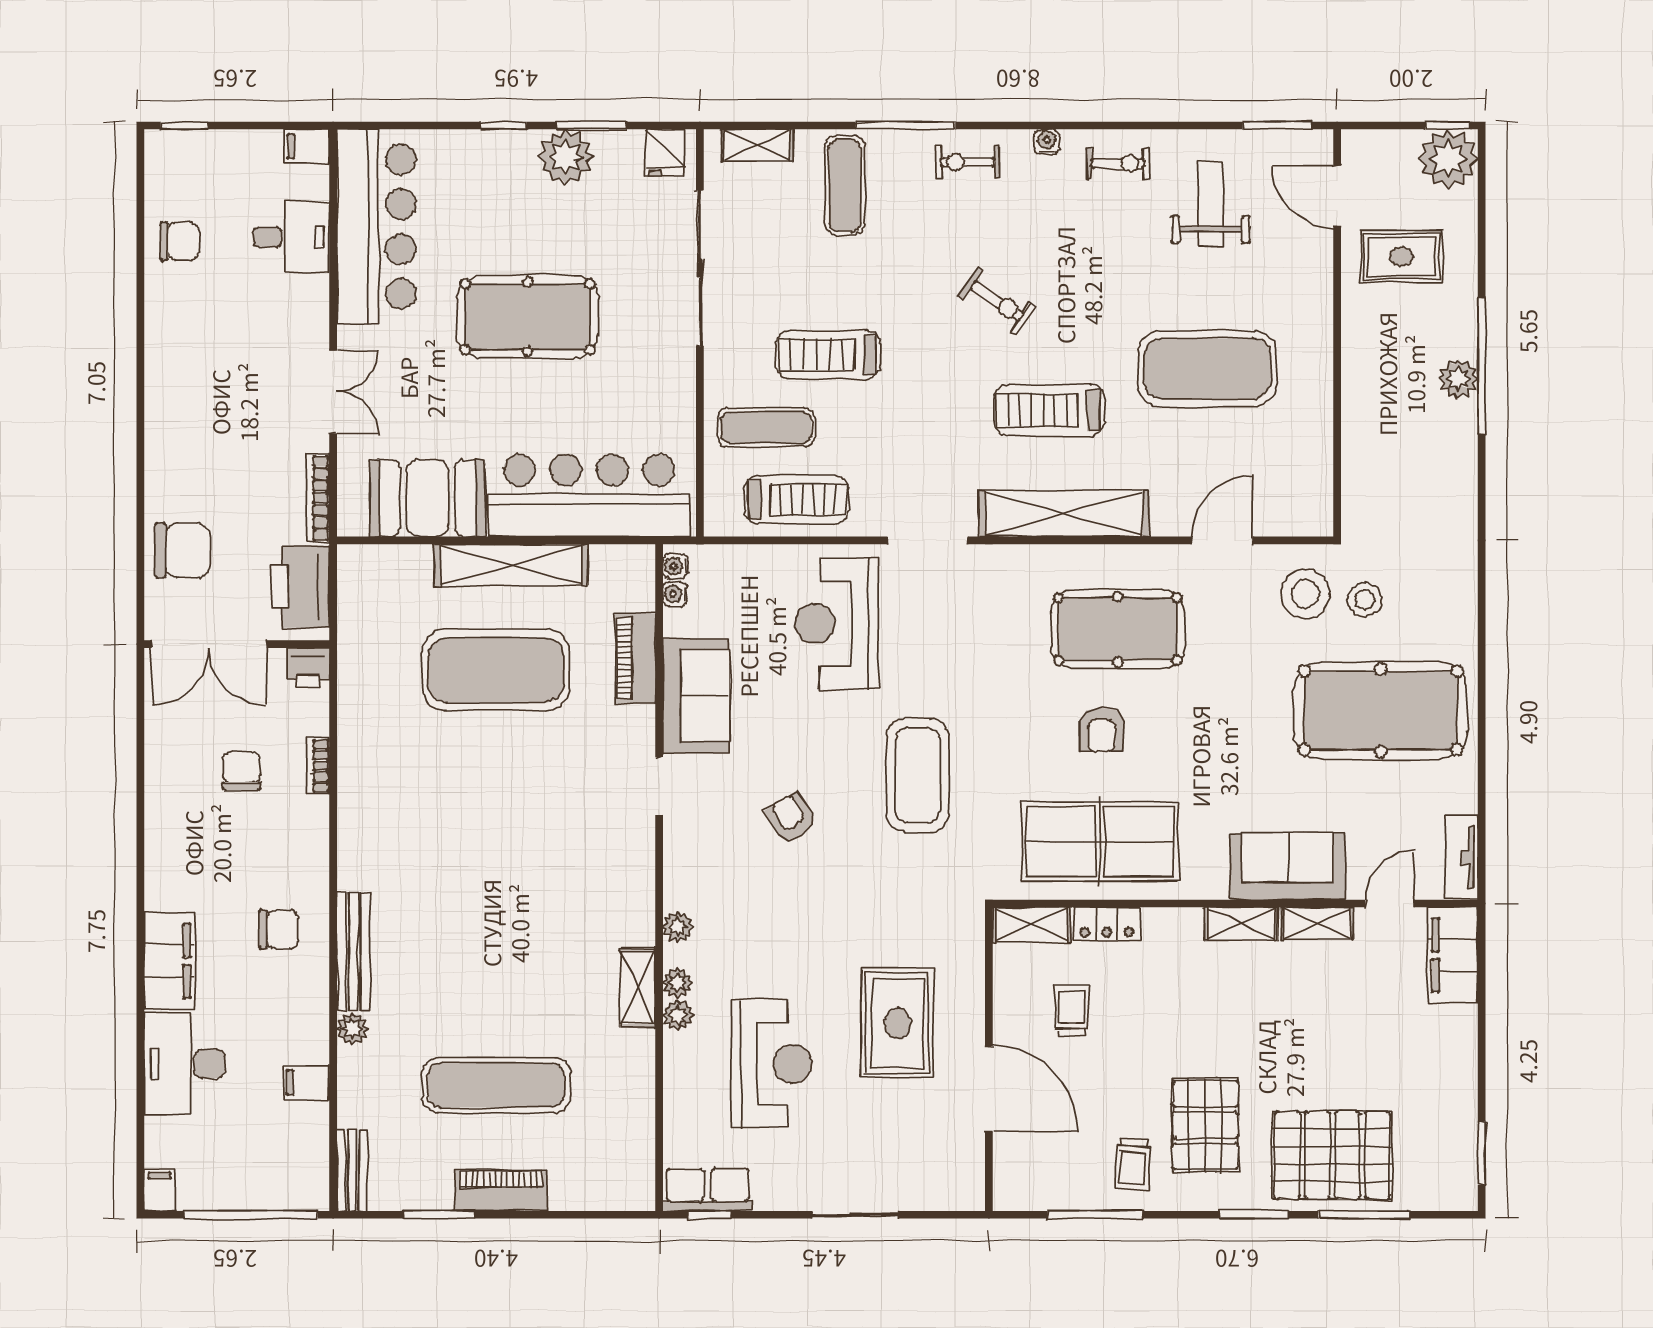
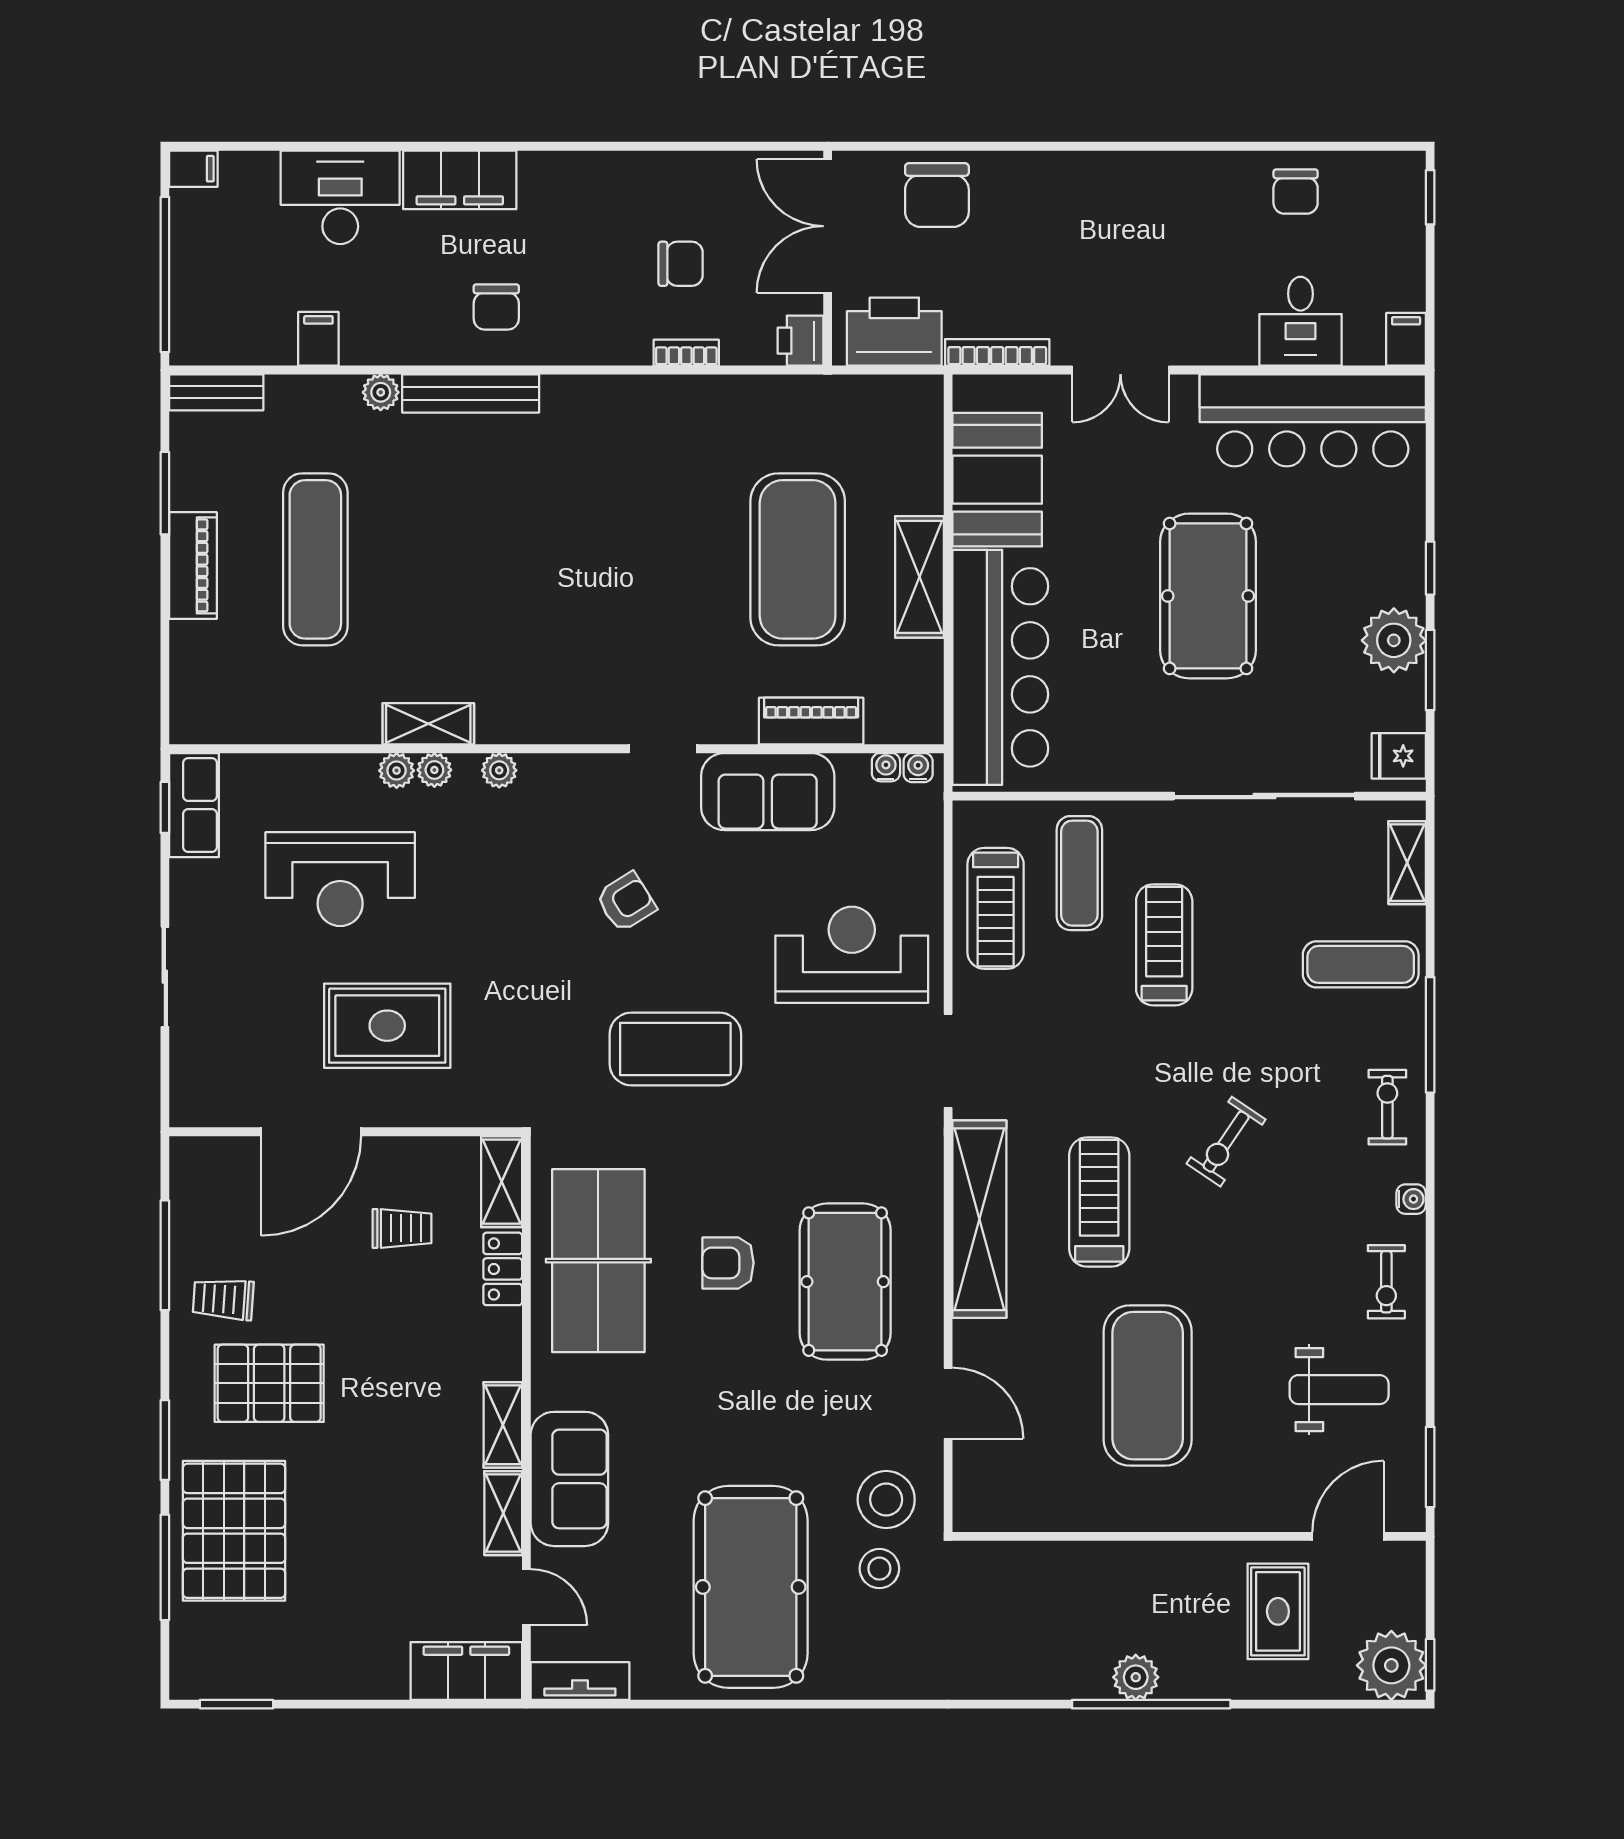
shelving: (511, 565) -> (920, 577), width x0.68

